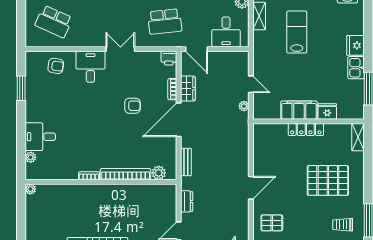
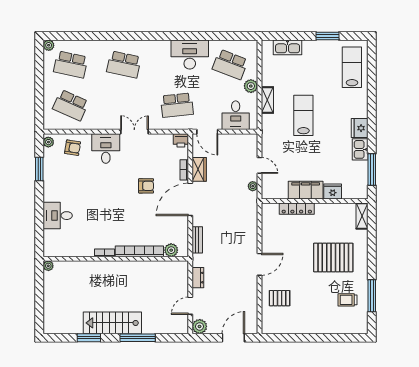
locker: (306, 130) -> (297, 209), moved
plant: (31, 157) -> (48, 142), moved

